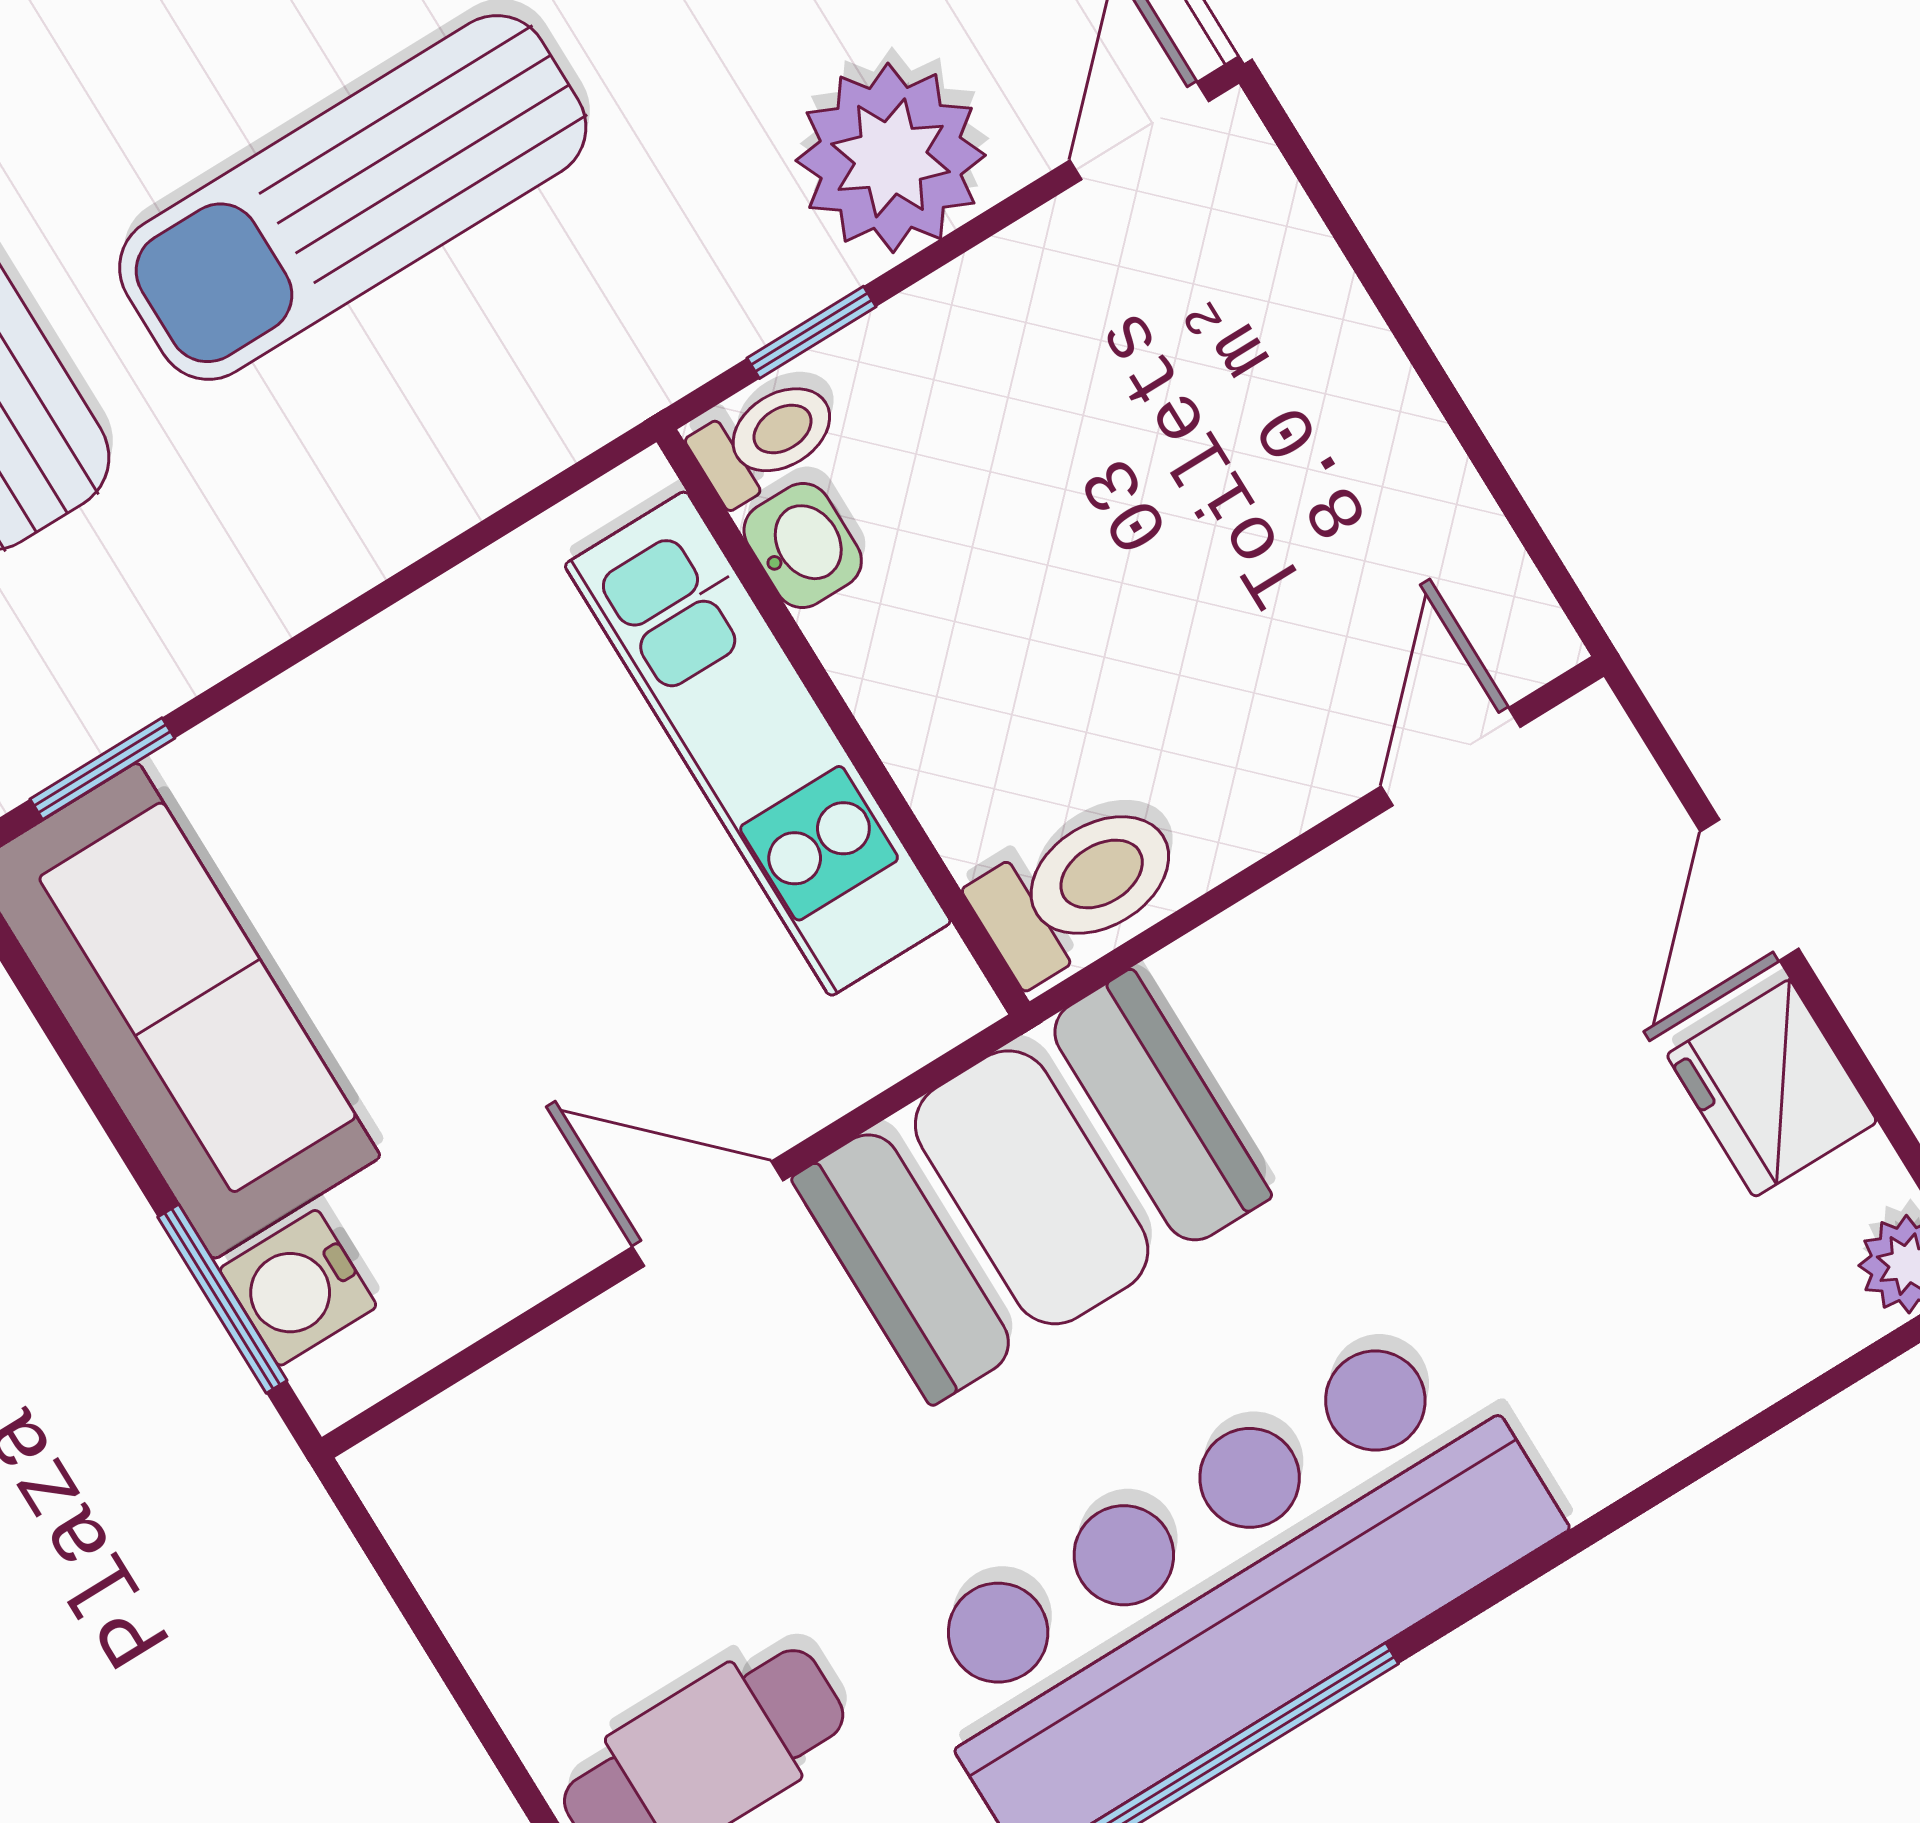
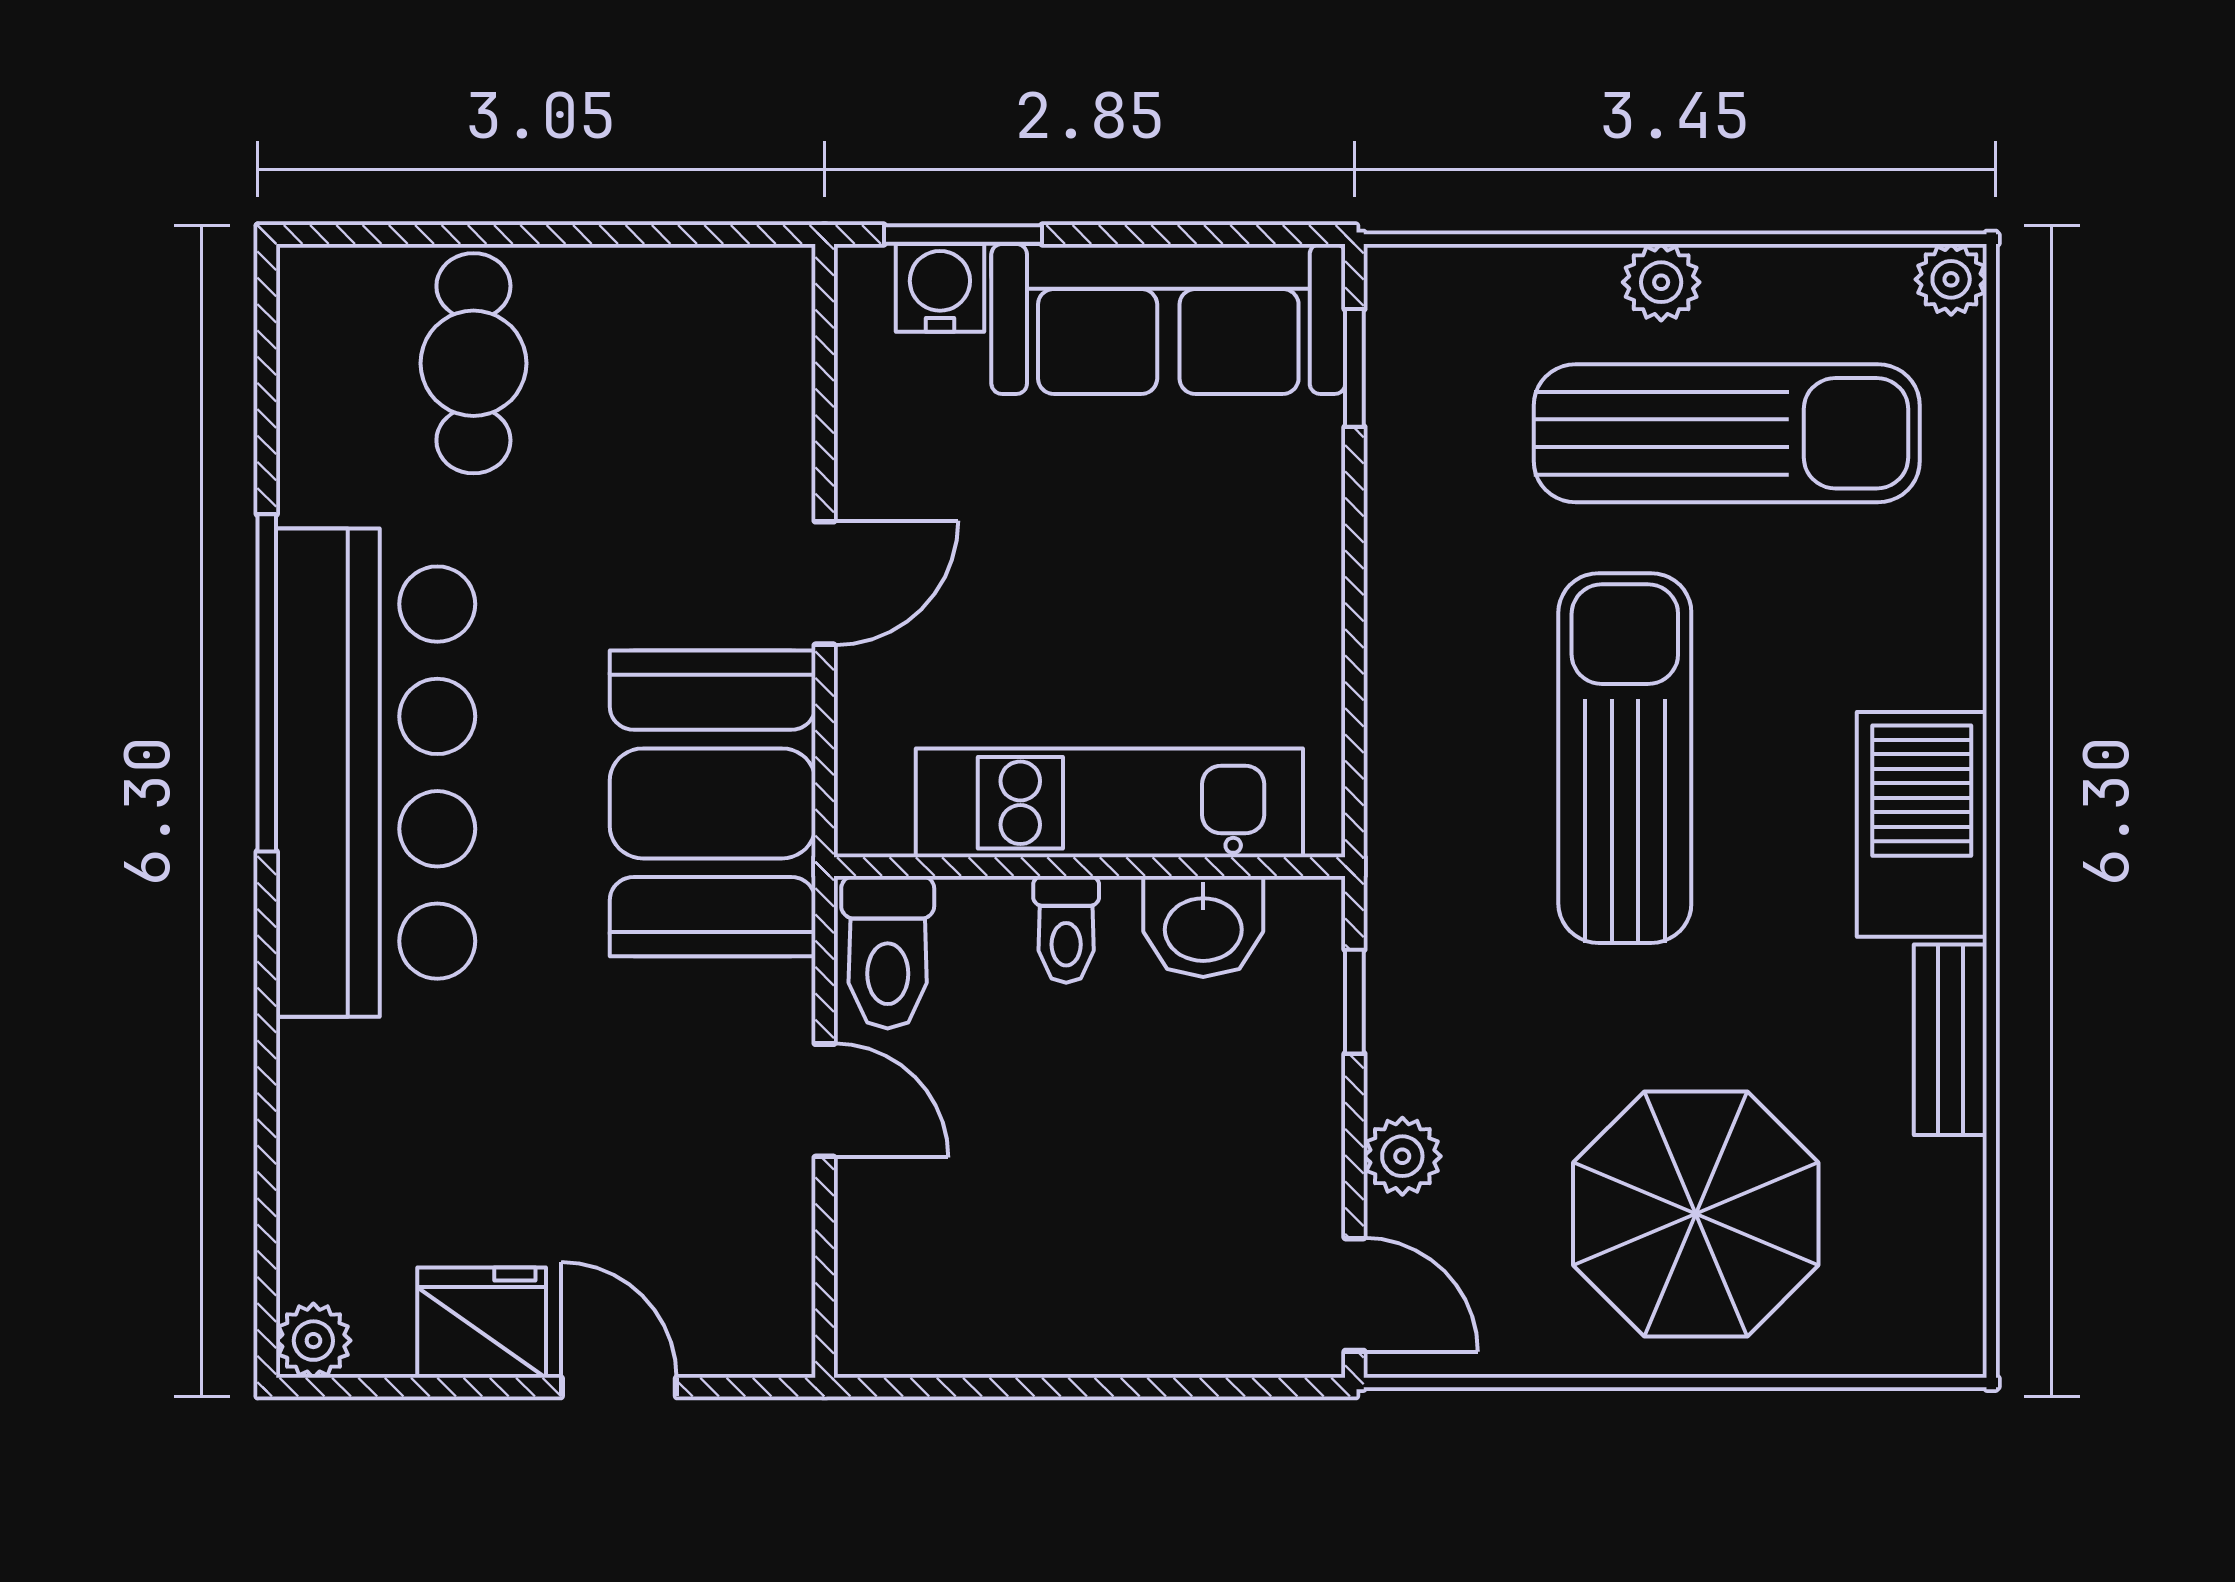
plant: (891, 158) -> (1402, 1156), width x0.53, depth x0.53
toilet: (766, 439) -> (1066, 929), moved
washbasin: (803, 546) -> (1203, 927), width x1.38, depth x1.45
door: (1451, 757) -> (825, 1100), moved

